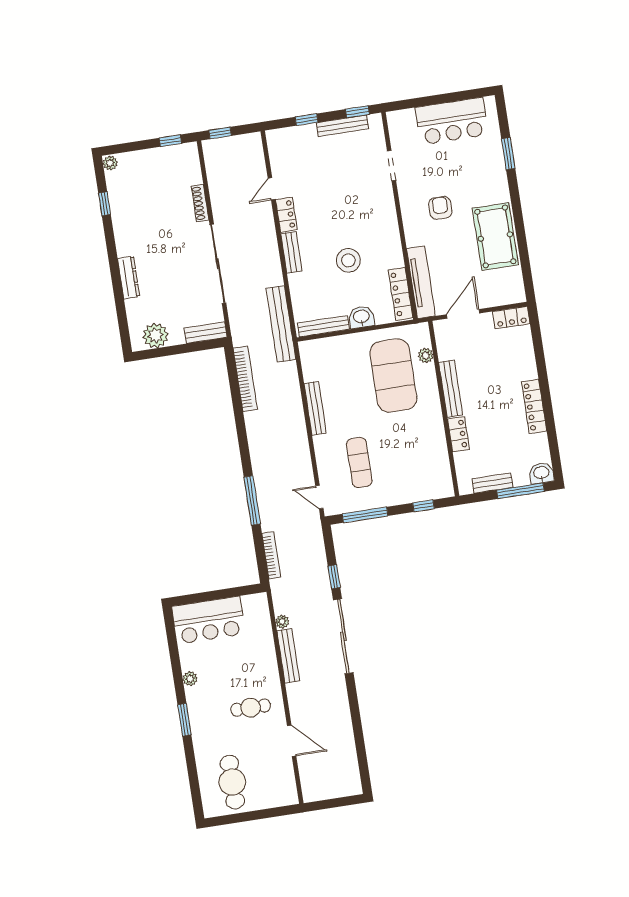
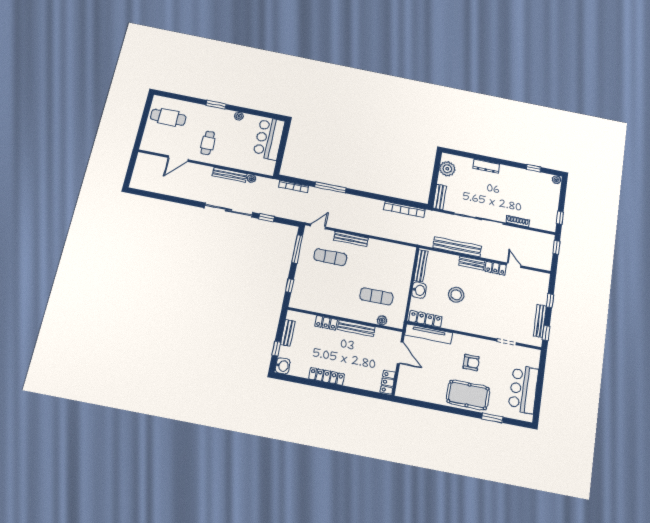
pool table: (495, 237) -> (468, 395), moved
bench: (281, 324) -> (457, 247), moved
exercise mat: (393, 376) -> (376, 296), width x0.50, depth x0.69
bench: (315, 408) -> (351, 239), moved
window: (520, 491) -> (276, 349), width x0.46

